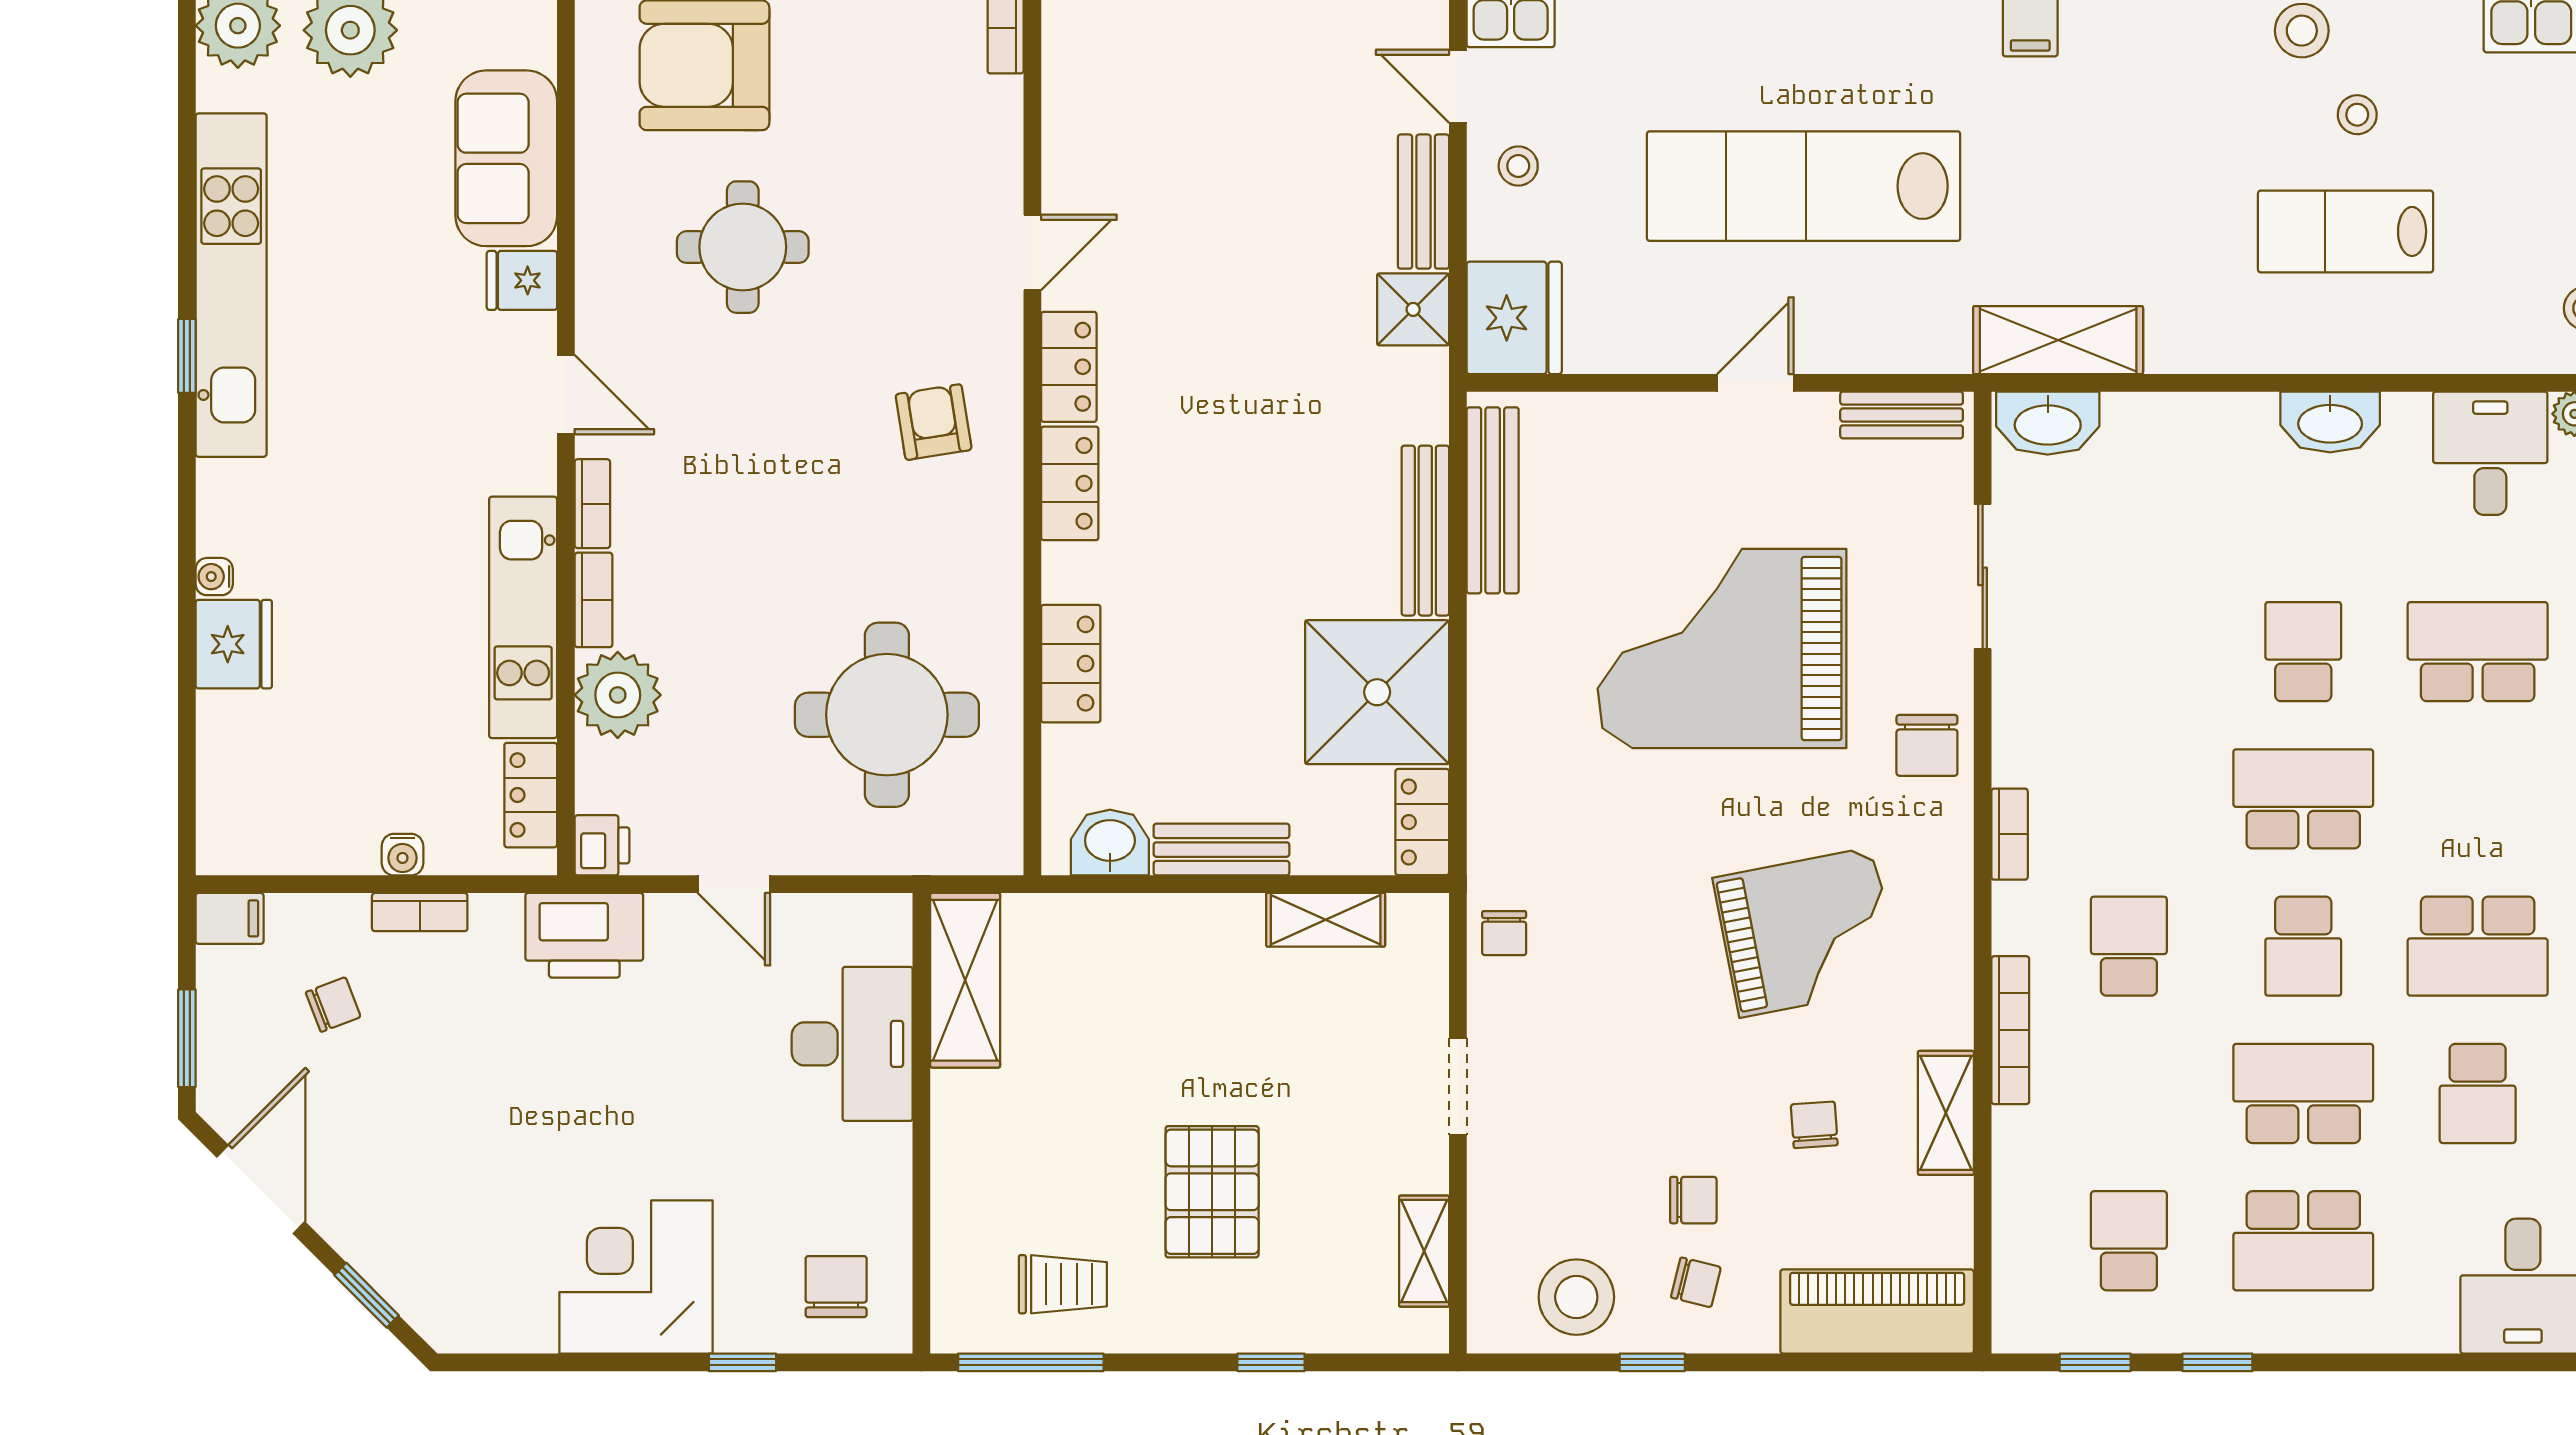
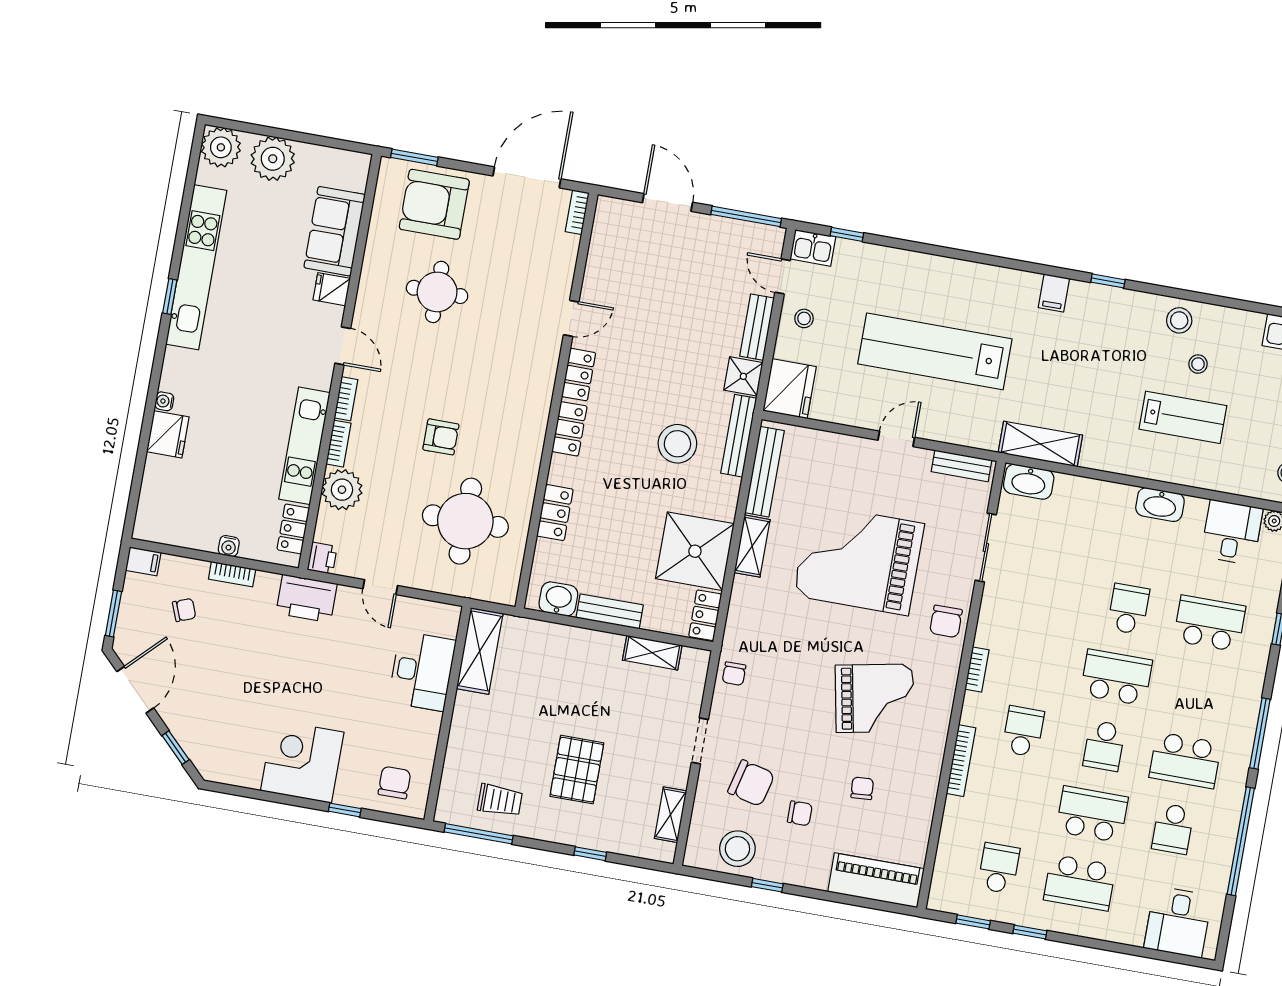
lab bench: (2346, 231) -> (1183, 417), turned 180
armchair: (934, 422) -> (441, 437), moved, turned 99
stool: (1301, 474) -> (677, 444), added
bench: (1425, 531) -> (739, 436), moved
shelving: (1946, 1113) -> (752, 546), moved
chair: (1696, 1282) -> (751, 783), moved, width x1.87, depth x1.87

